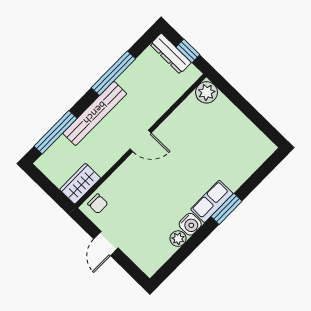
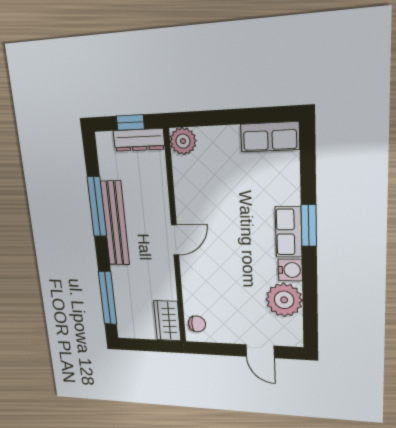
dresser: (171, 54) -> (139, 140), moved
bench: (95, 113) -> (115, 223), moved
row of seats: (255, 140) -> (270, 137), added
plant: (178, 239) -> (284, 300), width x1.87, depth x1.87
door: (106, 243) -> (260, 351), moved

